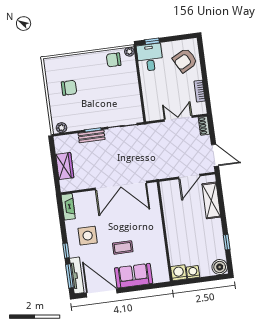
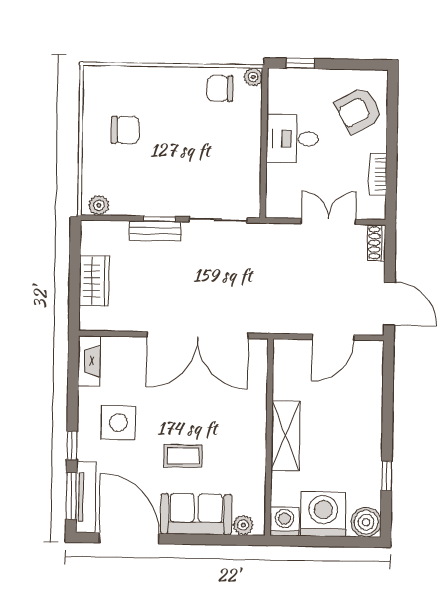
desk: (150, 57) -> (292, 139), moved, turned -90
shelving: (211, 200) -> (286, 436), moved
washing machine: (193, 272) -> (323, 514), width x1.89, depth x1.89
plant: (158, 278) -> (243, 525), added

